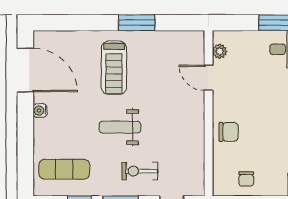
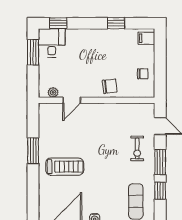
weight bench: (120, 127) -> (106, 162), removed
chair: (229, 132) -> (110, 86), turned 84

